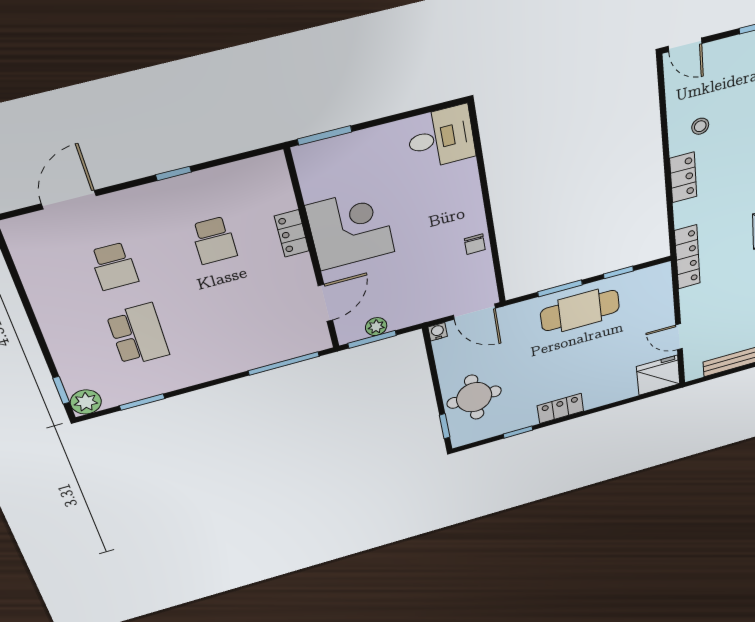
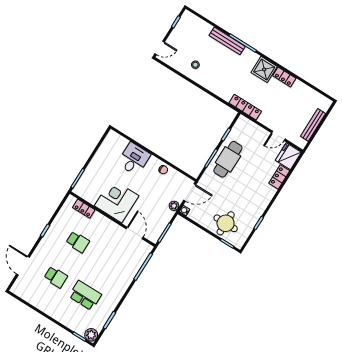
desk: (441, 138) -> (134, 159), moved
locker: (683, 177) -> (210, 85), removed
locker: (292, 234) -> (84, 209), moved
plant: (376, 327) -> (174, 206), moved
locker: (560, 408) -> (279, 177), moved

